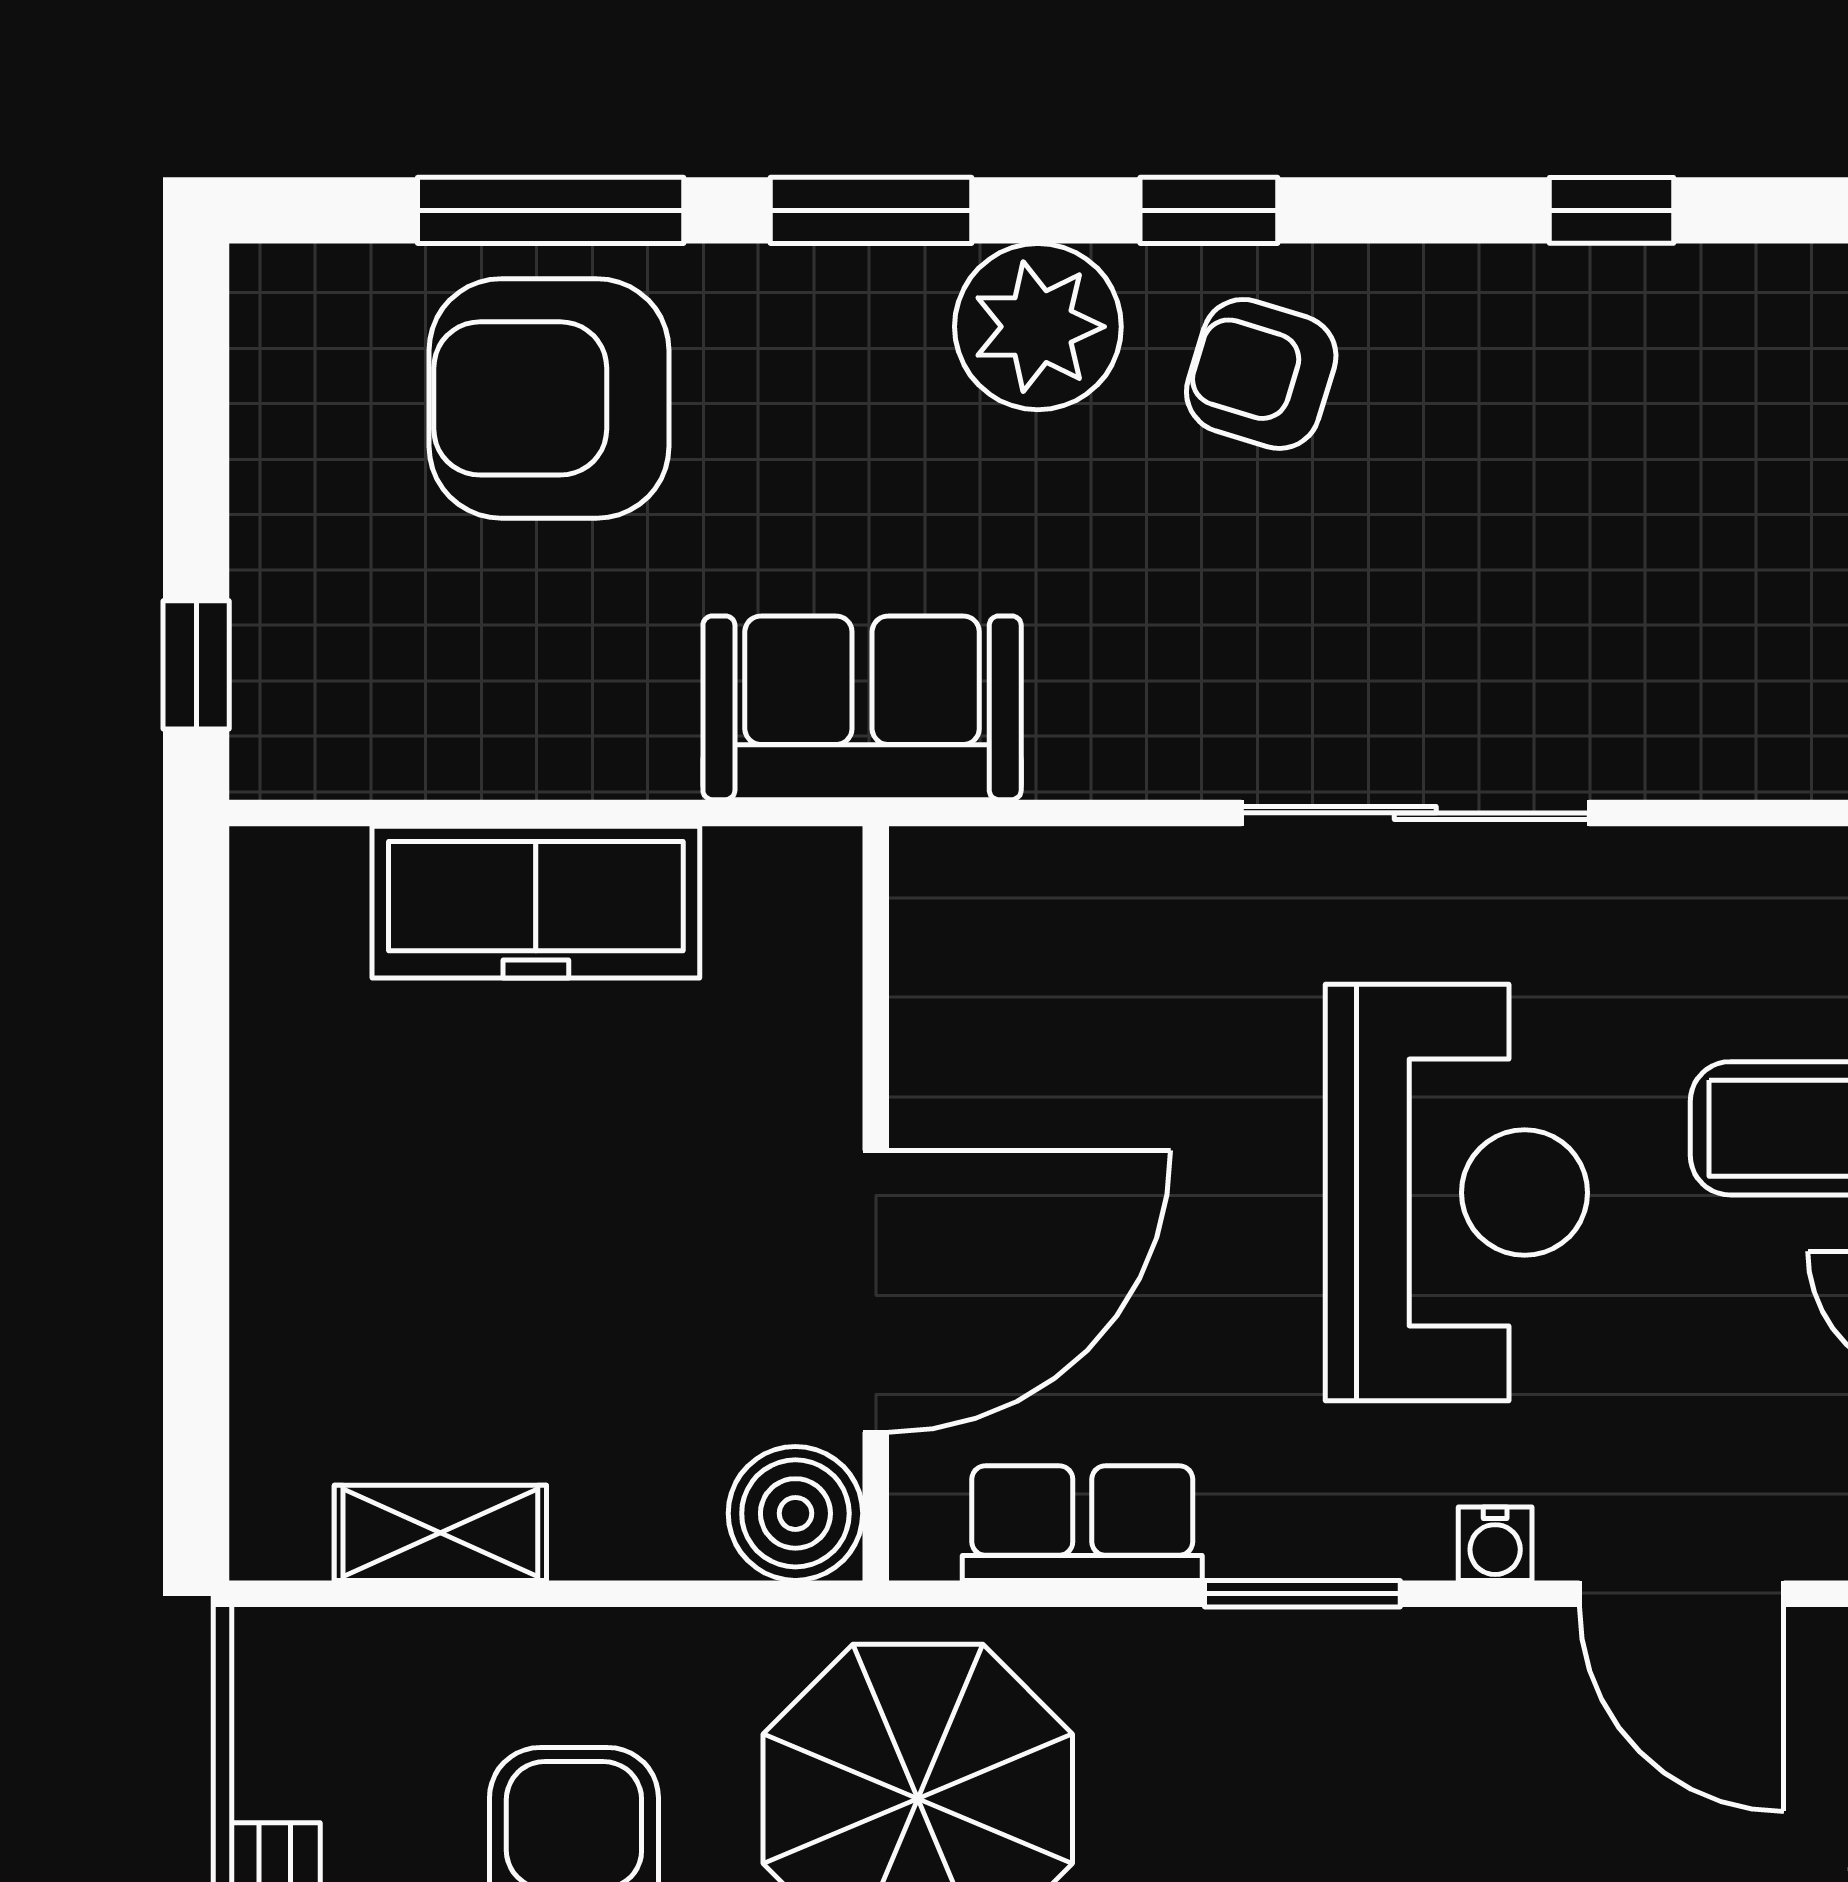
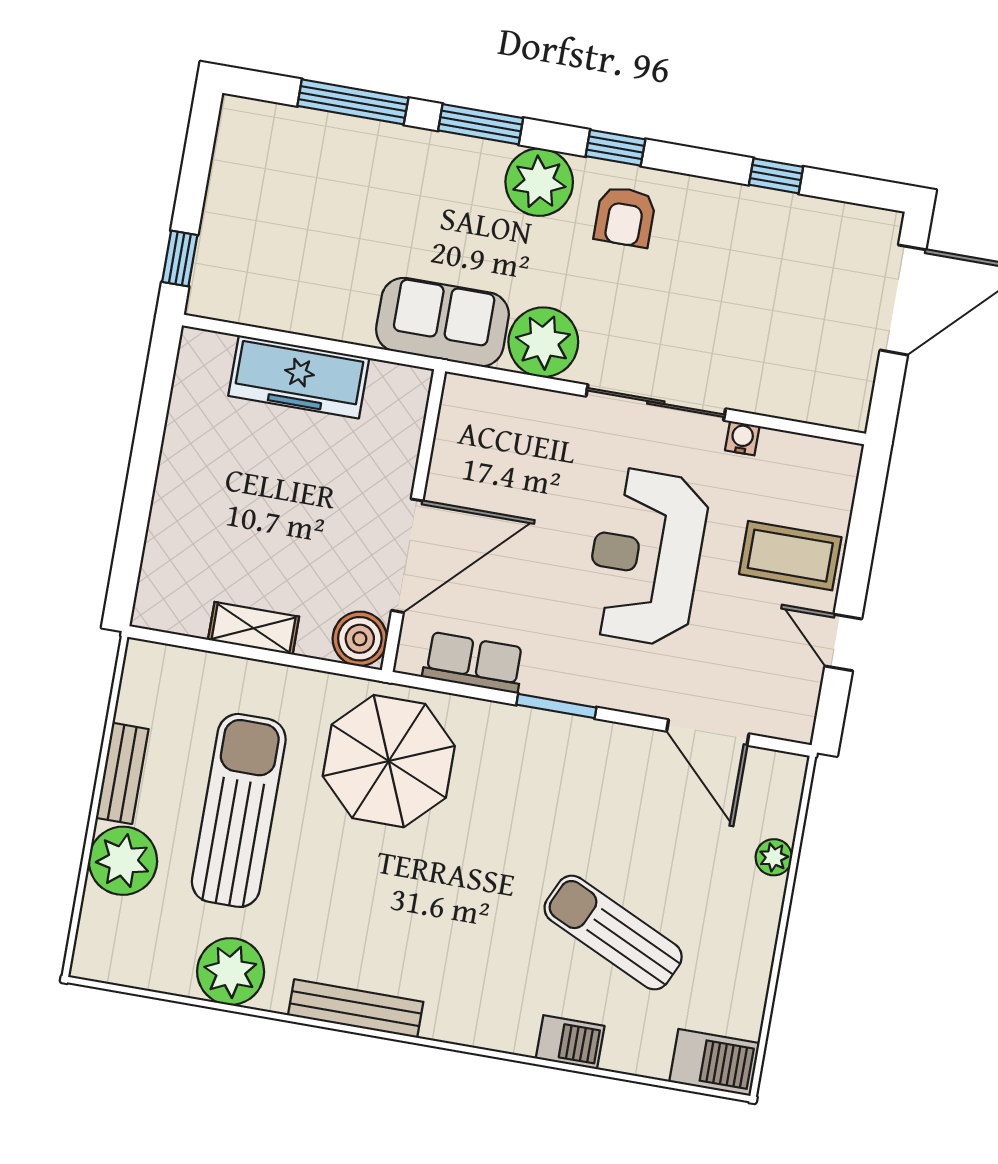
armchair: (1261, 374) -> (625, 217), turned -107
armchair: (549, 398) -> (339, 177), removed
plant: (1116, 714) -> (543, 342), added
reception desk: (1456, 1193) -> (646, 557), turned 180
shelving: (440, 1533) -> (254, 628), moved
water cooler: (1495, 1544) -> (742, 438), moved, turned 180

